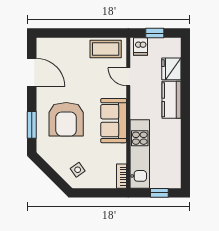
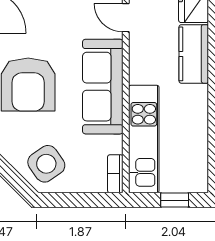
sofa: (114, 121) -> (103, 87), width x1.36
side table: (78, 170) -> (46, 164), width x1.87, depth x1.87

